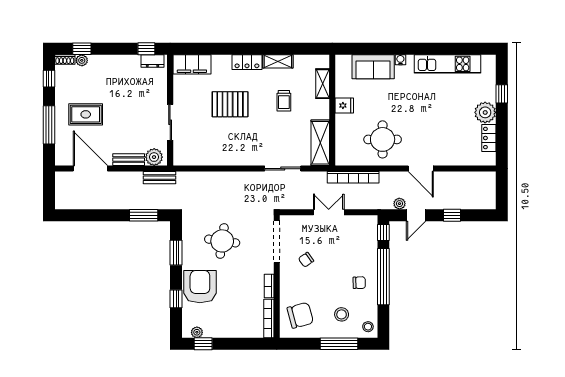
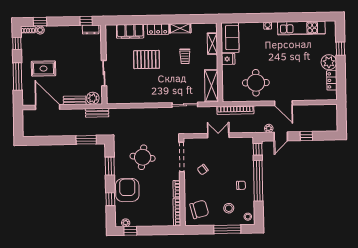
filing cabinet: (192, 64) -> (130, 31), moved
sofa: (373, 67) -> (230, 38), moved, turned -90

